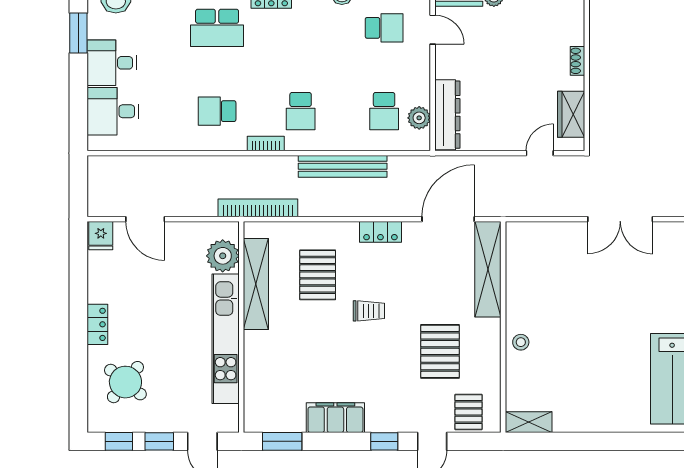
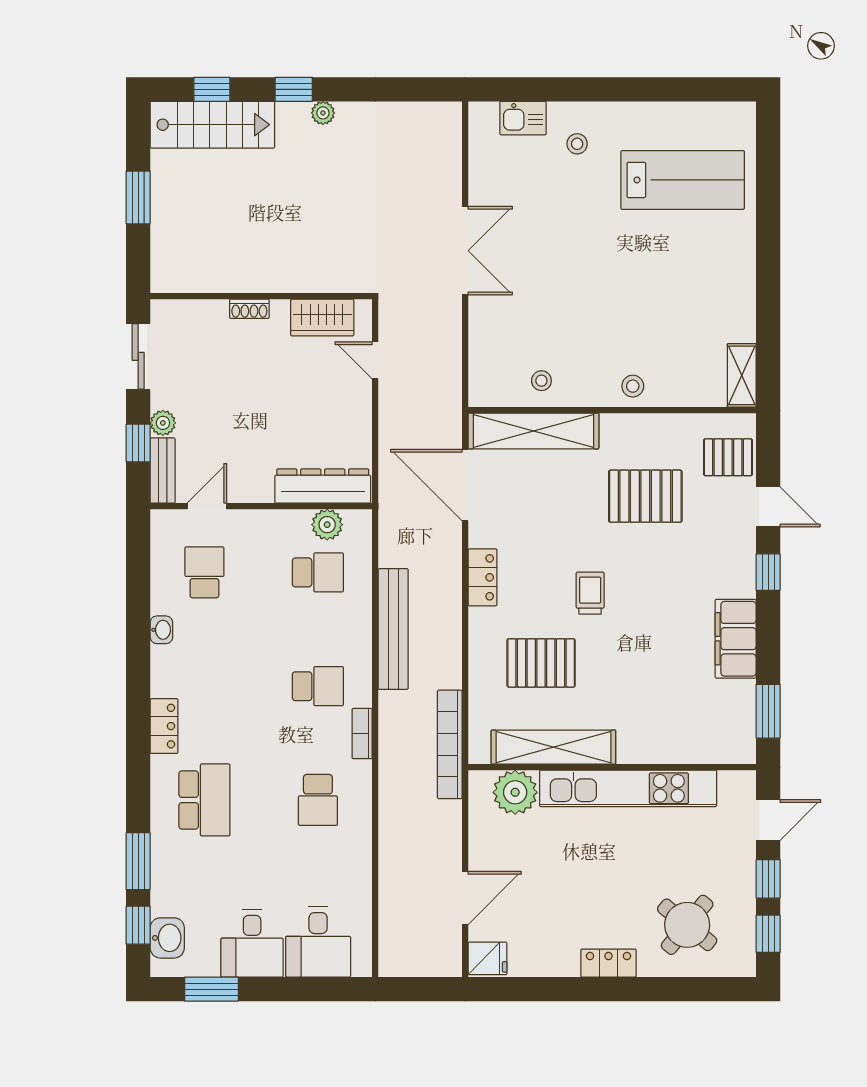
stool: (525, 275) -> (541, 381), added

